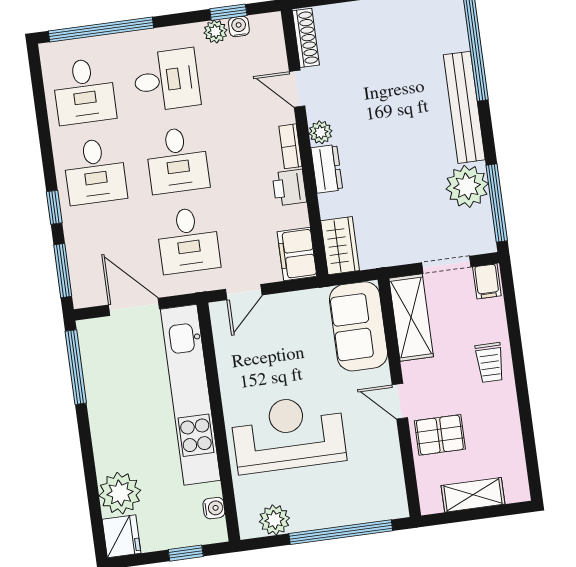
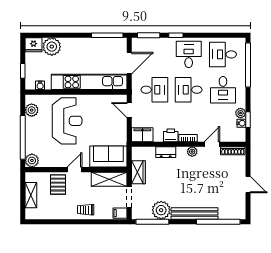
dresser: (327, 169) -> (166, 152), moved
desk: (95, 171) -> (189, 54), turned 90
desk: (188, 240) -> (154, 90), turned 180
wardrobe: (340, 246) -> (138, 172), moved, turned -90
plant: (392, 503) -> (32, 160), added

